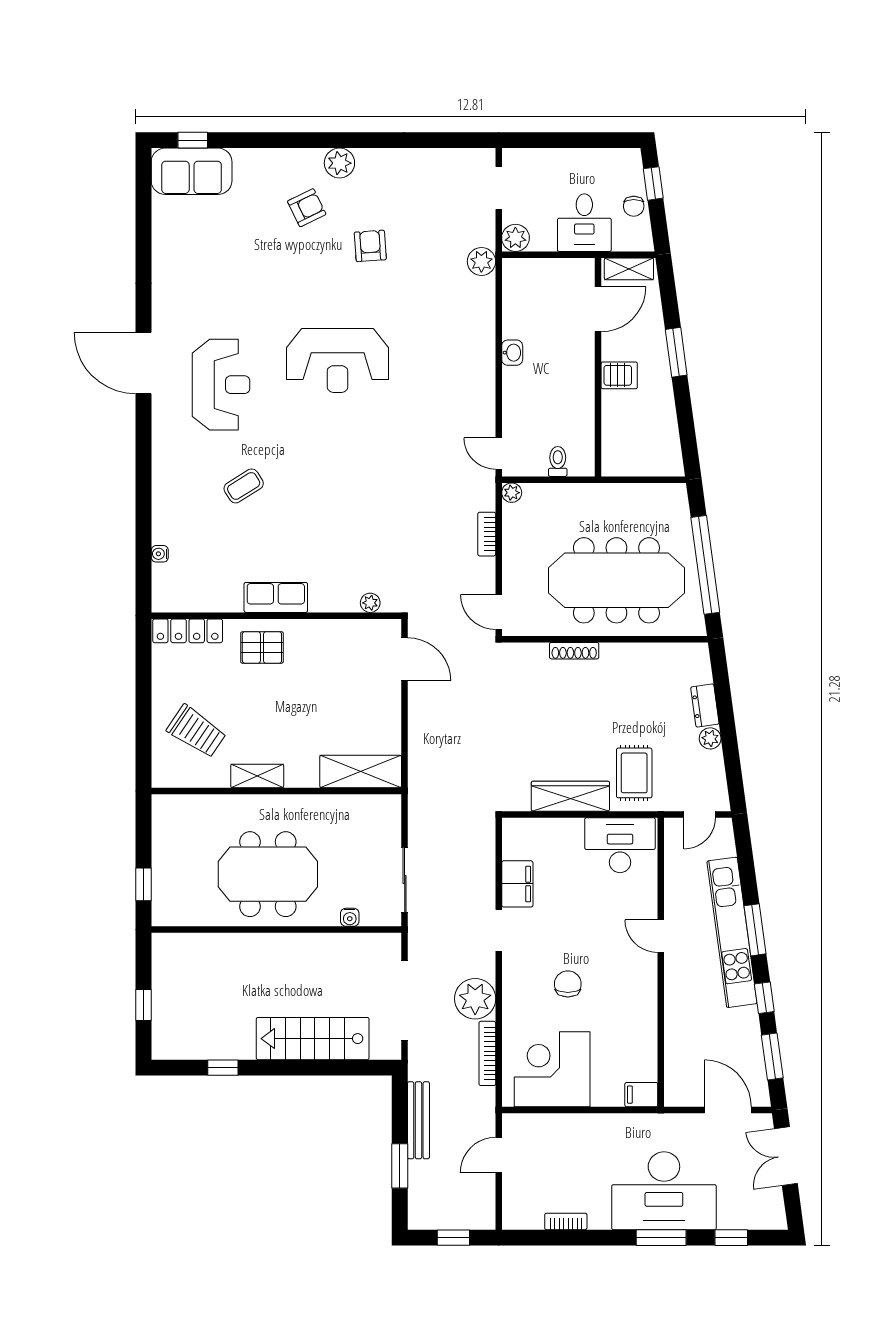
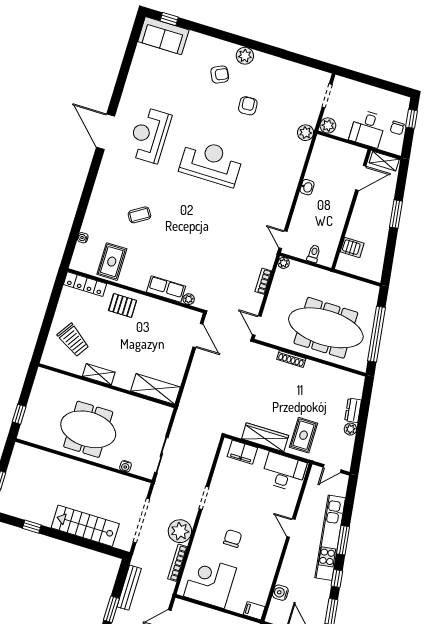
reception desk: (338, 360) -> (211, 162), turned 180
server rack: (619, 375) -> (352, 247), moved
reception desk: (221, 385) -> (149, 135), moved, turned 180
rug: (221, 579) -> (112, 262), added
row of seats: (276, 597) -> (166, 289), moved
filing cabinet: (517, 884) -> (242, 452), moved, turned 90
water cooler: (676, 1051) -> (280, 593), added

